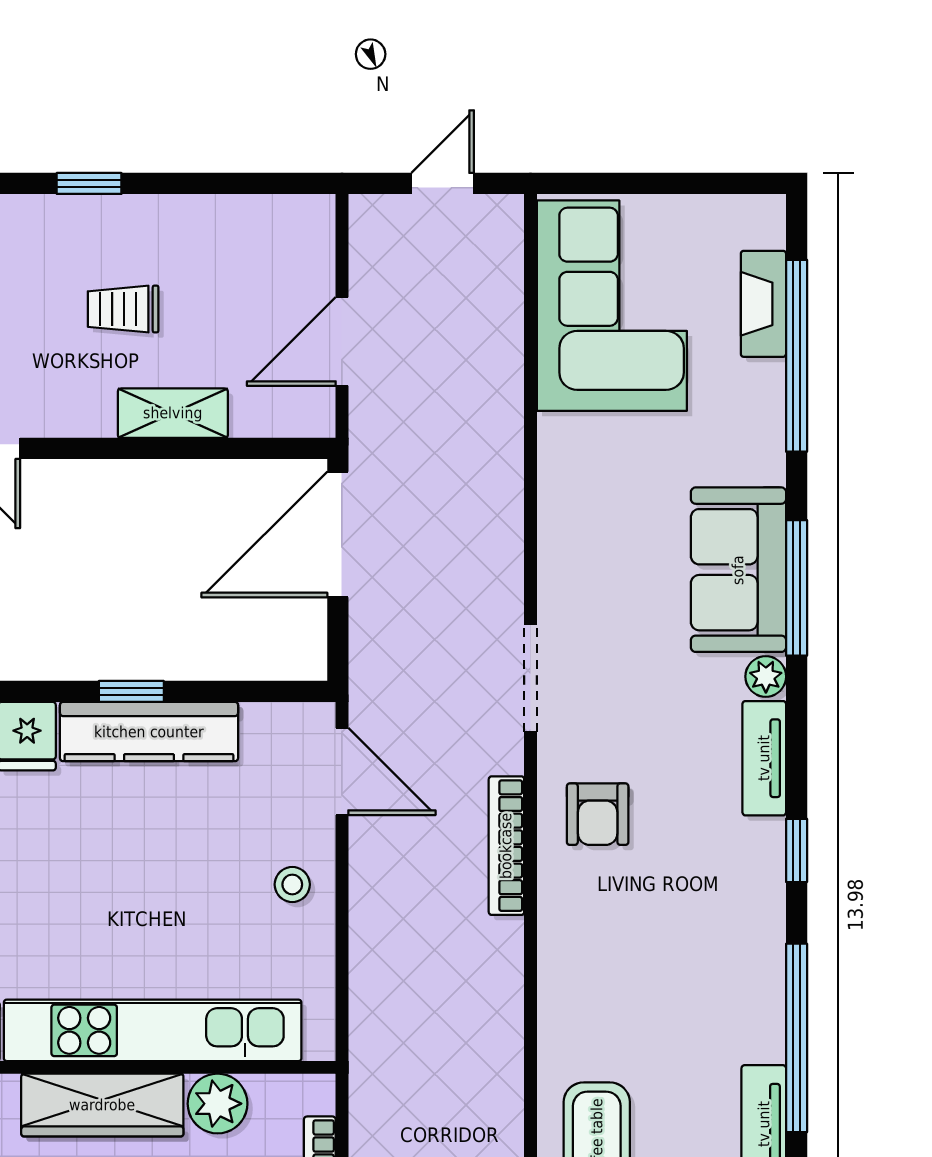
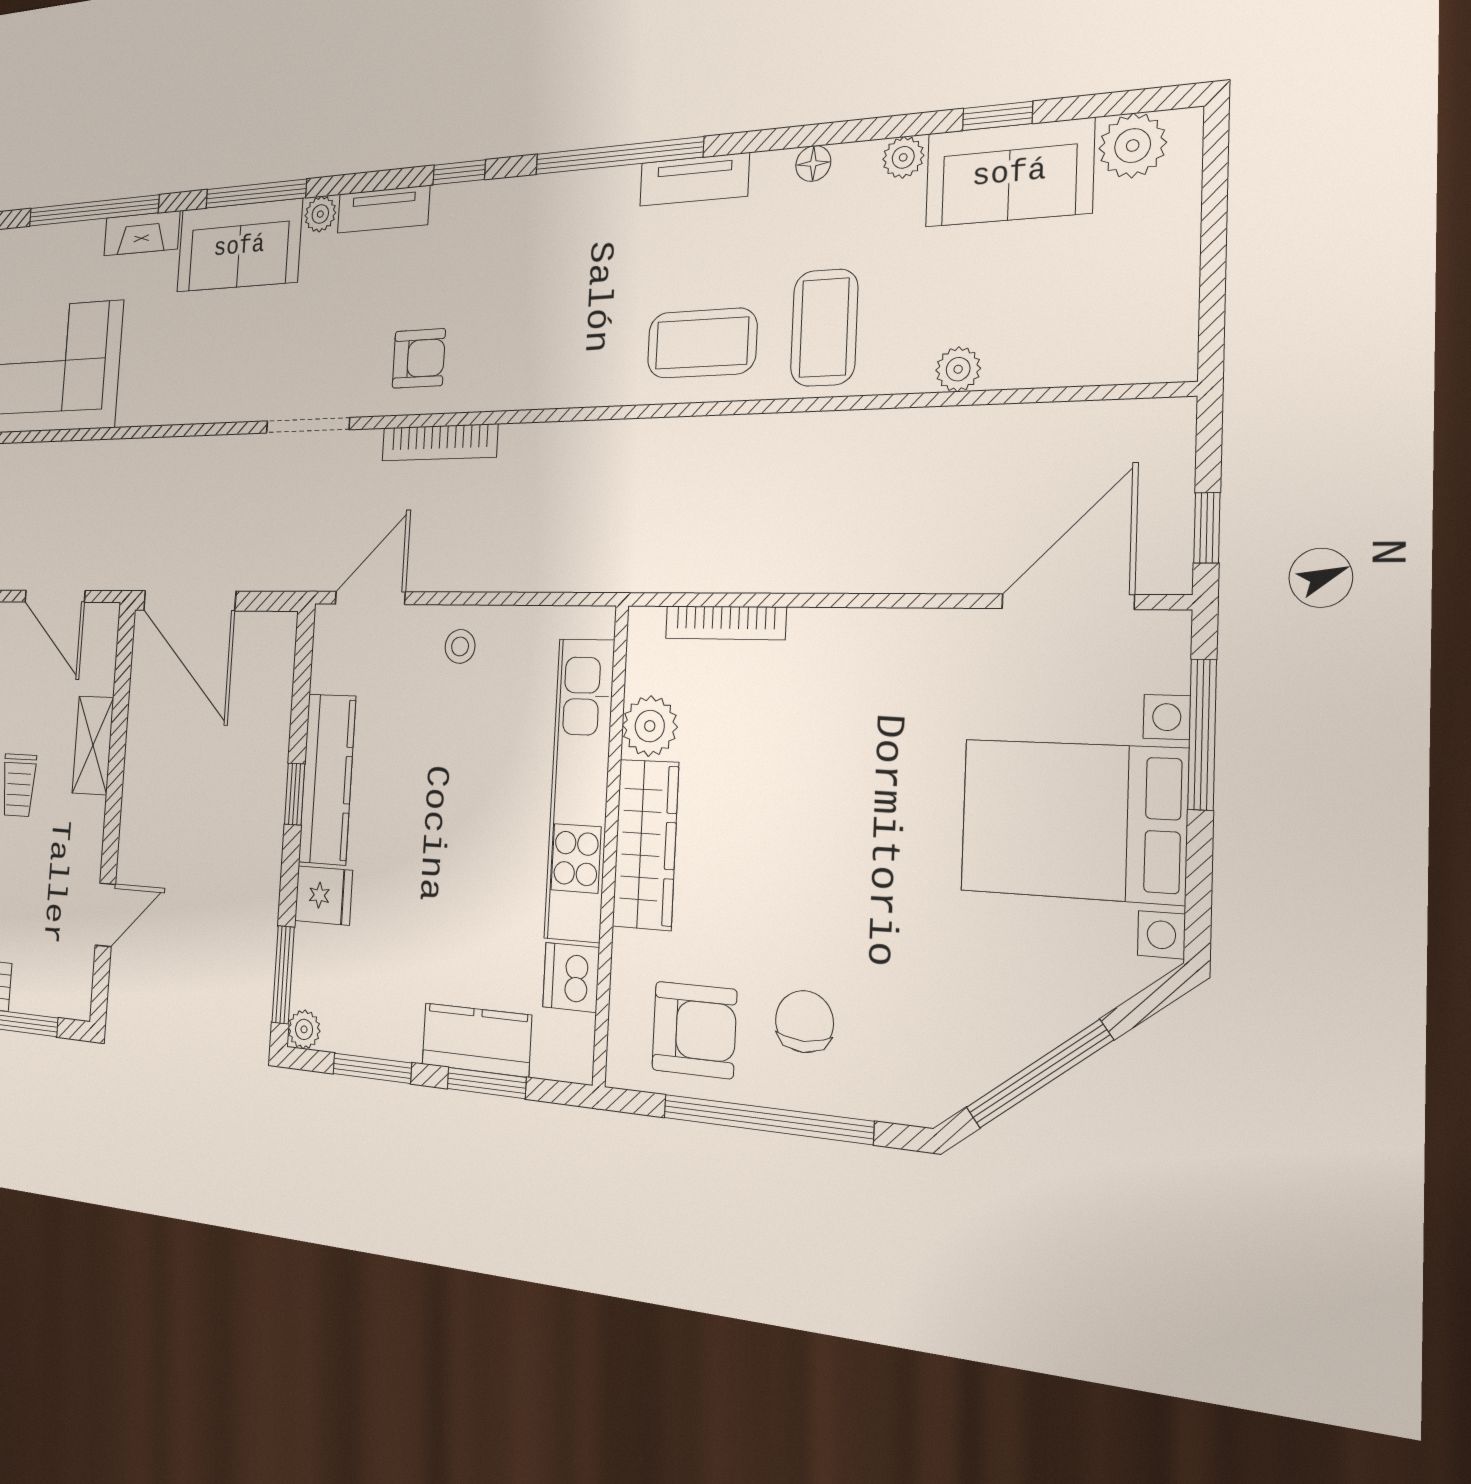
fireplace: (763, 304) -> (142, 233), moved

